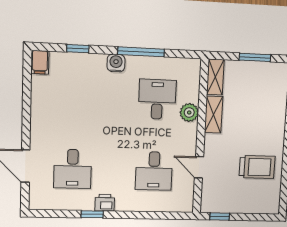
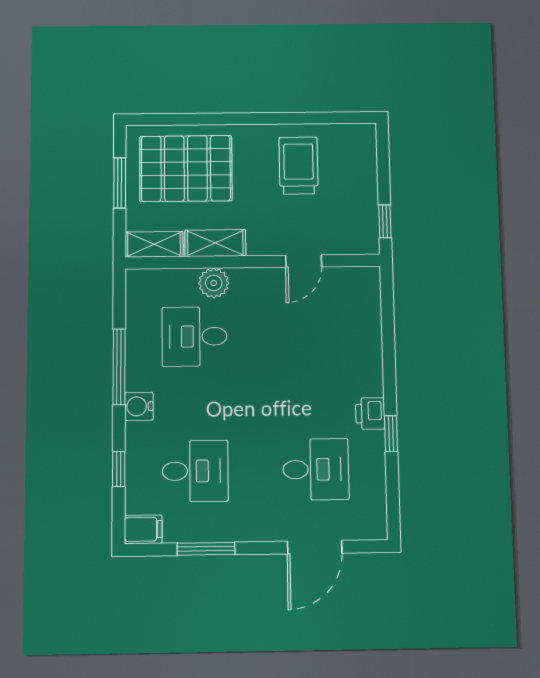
pallet: (261, 99) -> (186, 168), added
window: (27, 100) -> (206, 549), added
desk: (154, 171) -> (195, 471), moved

